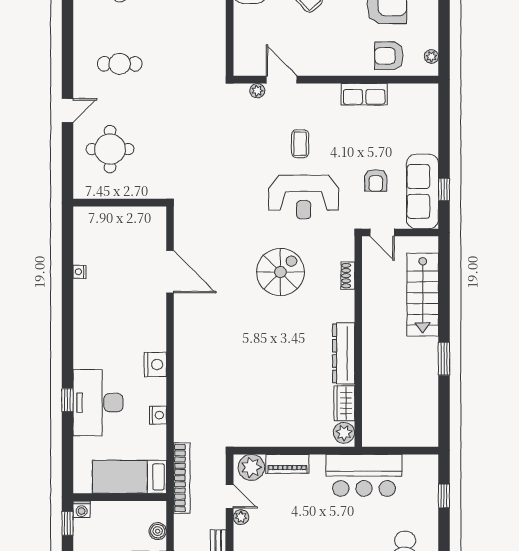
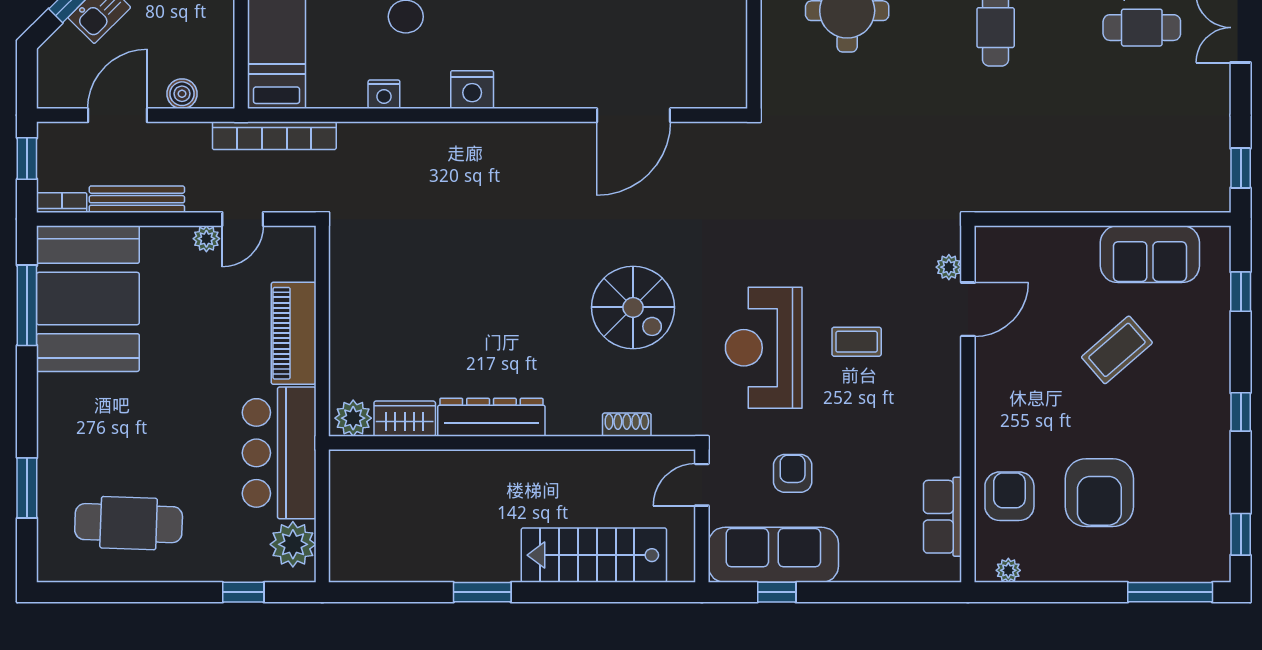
row of seats: (364, 94) -> (942, 517), moved
armchair: (376, 180) -> (793, 473), turned 90
piano: (287, 464) -> (294, 333), width x1.37, depth x1.33
plant: (251, 467) -> (293, 544), moved

